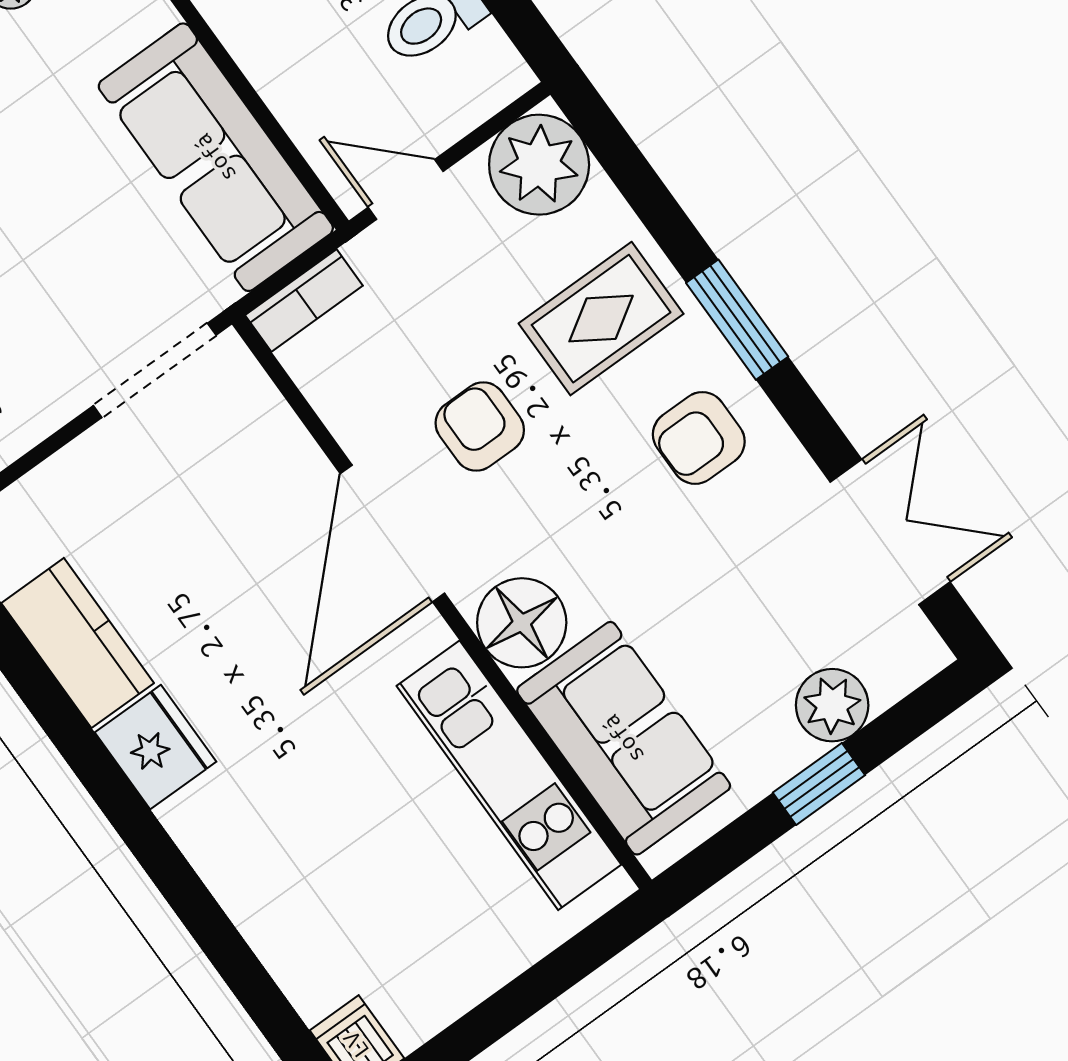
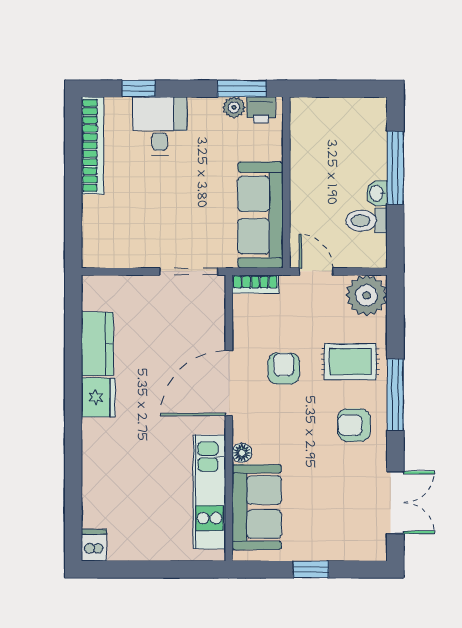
window: (737, 320) -> (395, 395), width x1.44
floor lamp: (522, 623) -> (242, 453), width x0.53, depth x0.53
plant: (832, 705) -> (334, 546), removed

